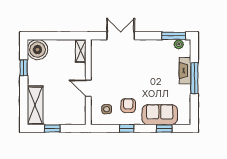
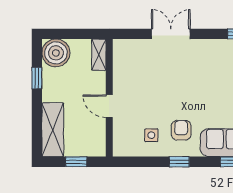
shelving: (81, 51) -> (99, 55), moved
wall: (88, 82) -> (109, 98), moved
door: (88, 88) -> (109, 106), moved

